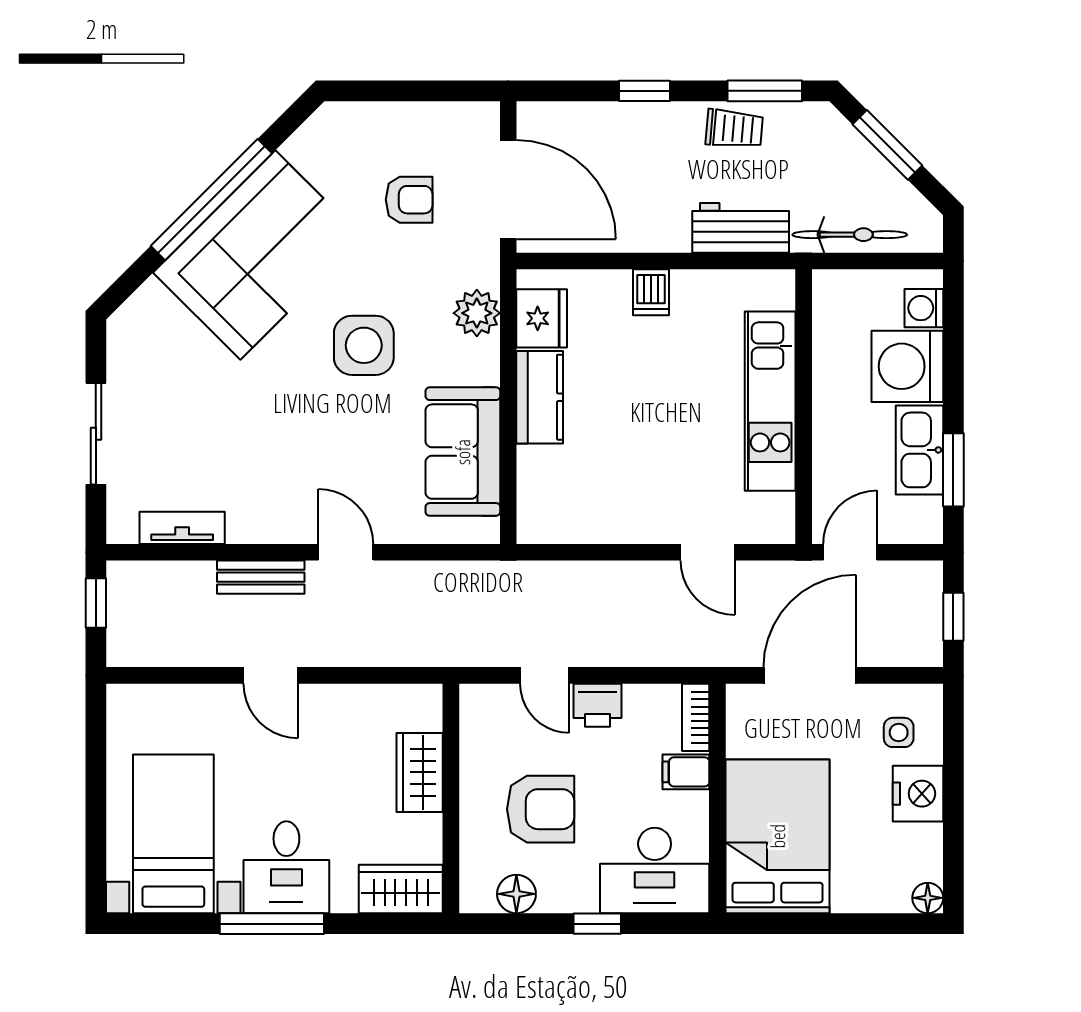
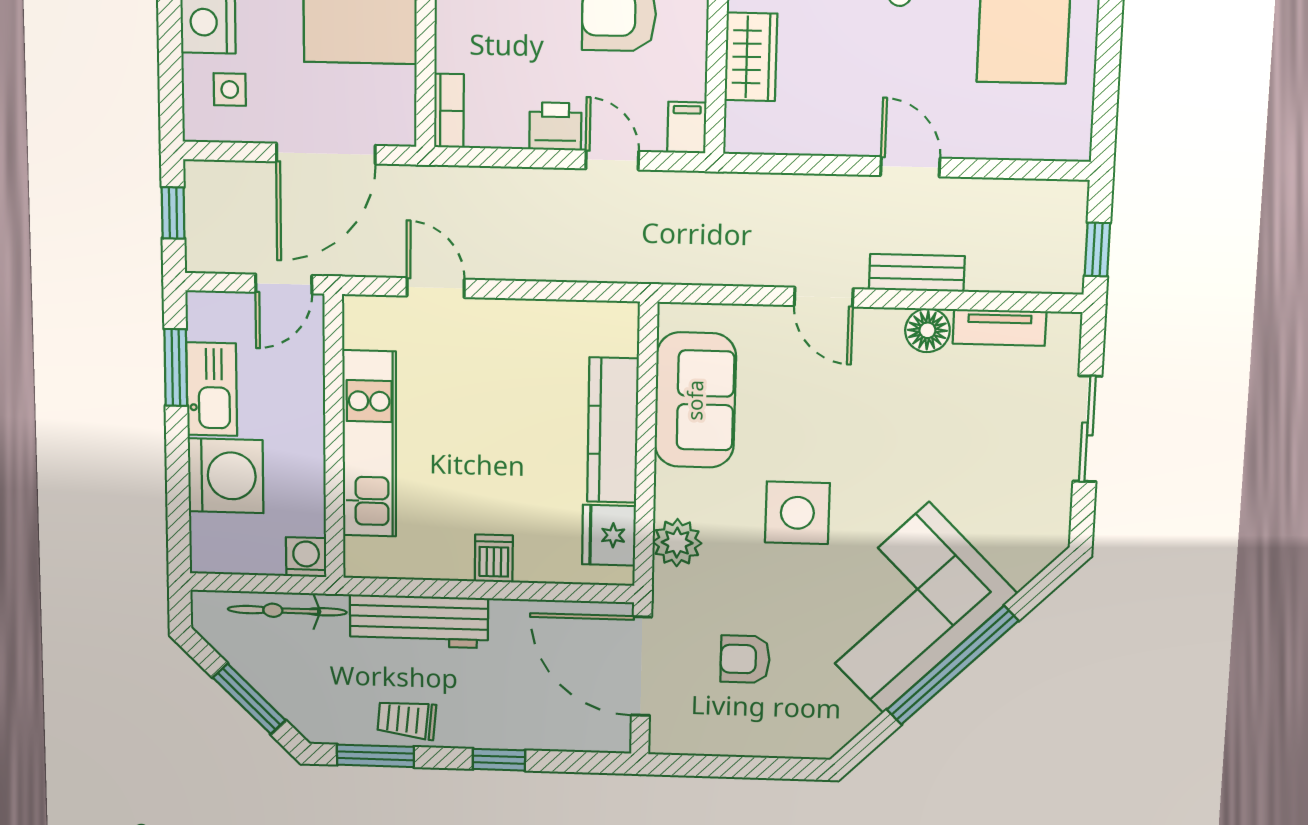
workbench: (741, 228) -> (419, 621), width x1.38
washing machine: (924, 308) -> (306, 557), moved, turned -90
kitchen counter: (540, 397) -> (613, 430), width x1.50
floor lamp: (249, 523) -> (927, 330), added
filing cabinet: (686, 772) -> (687, 128), moved, turned -90

